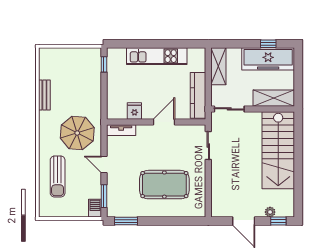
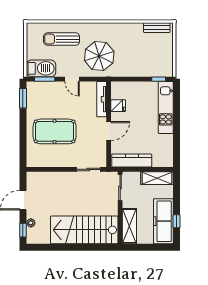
kitchen unit: (157, 56) -> (166, 107), moved
bench: (44, 95) -> (157, 28), moved
door: (164, 122) -> (109, 131), hinge flipped
tv unit: (121, 130) -> (102, 99), width x1.41
door: (104, 164) -> (72, 79), swing flipped
pool table: (164, 185) -> (55, 131), turned 90
barbecue: (95, 208) -> (41, 68), width x1.88, depth x1.53

